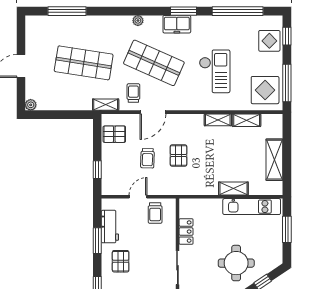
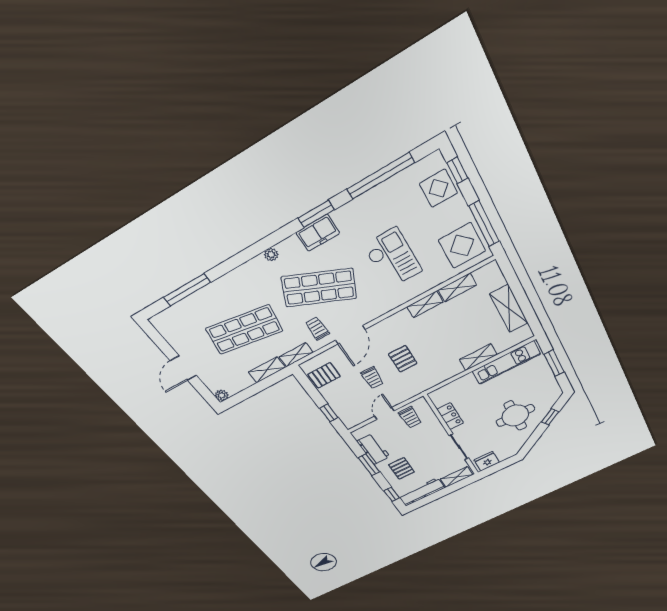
shelving: (77, 104) -> (267, 370), added

